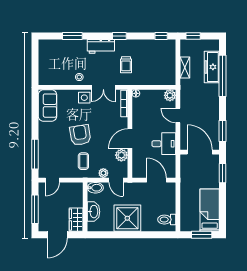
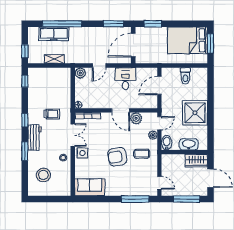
window: (72, 36) -> (25, 151), moved
stool: (61, 56) -> (43, 175), added
bed: (210, 210) -> (188, 40), width x1.50
toilet: (167, 220) -> (185, 76), moved

